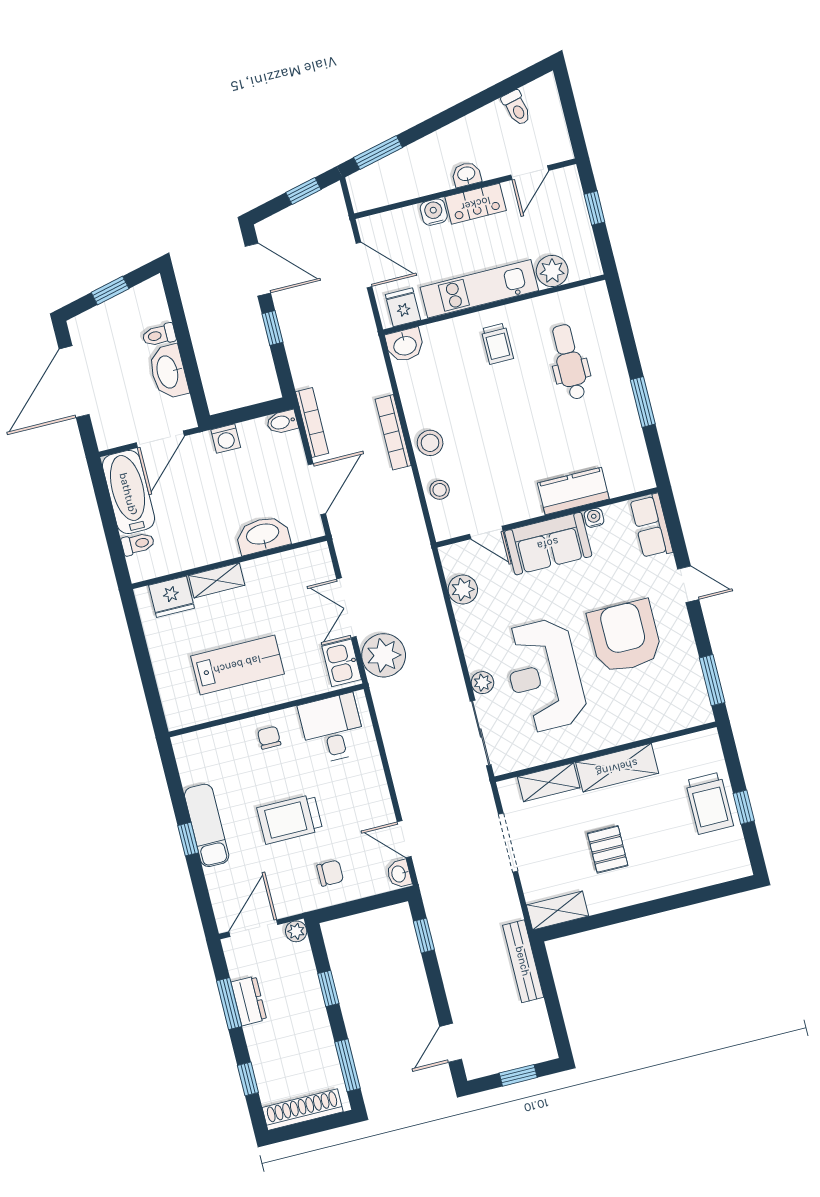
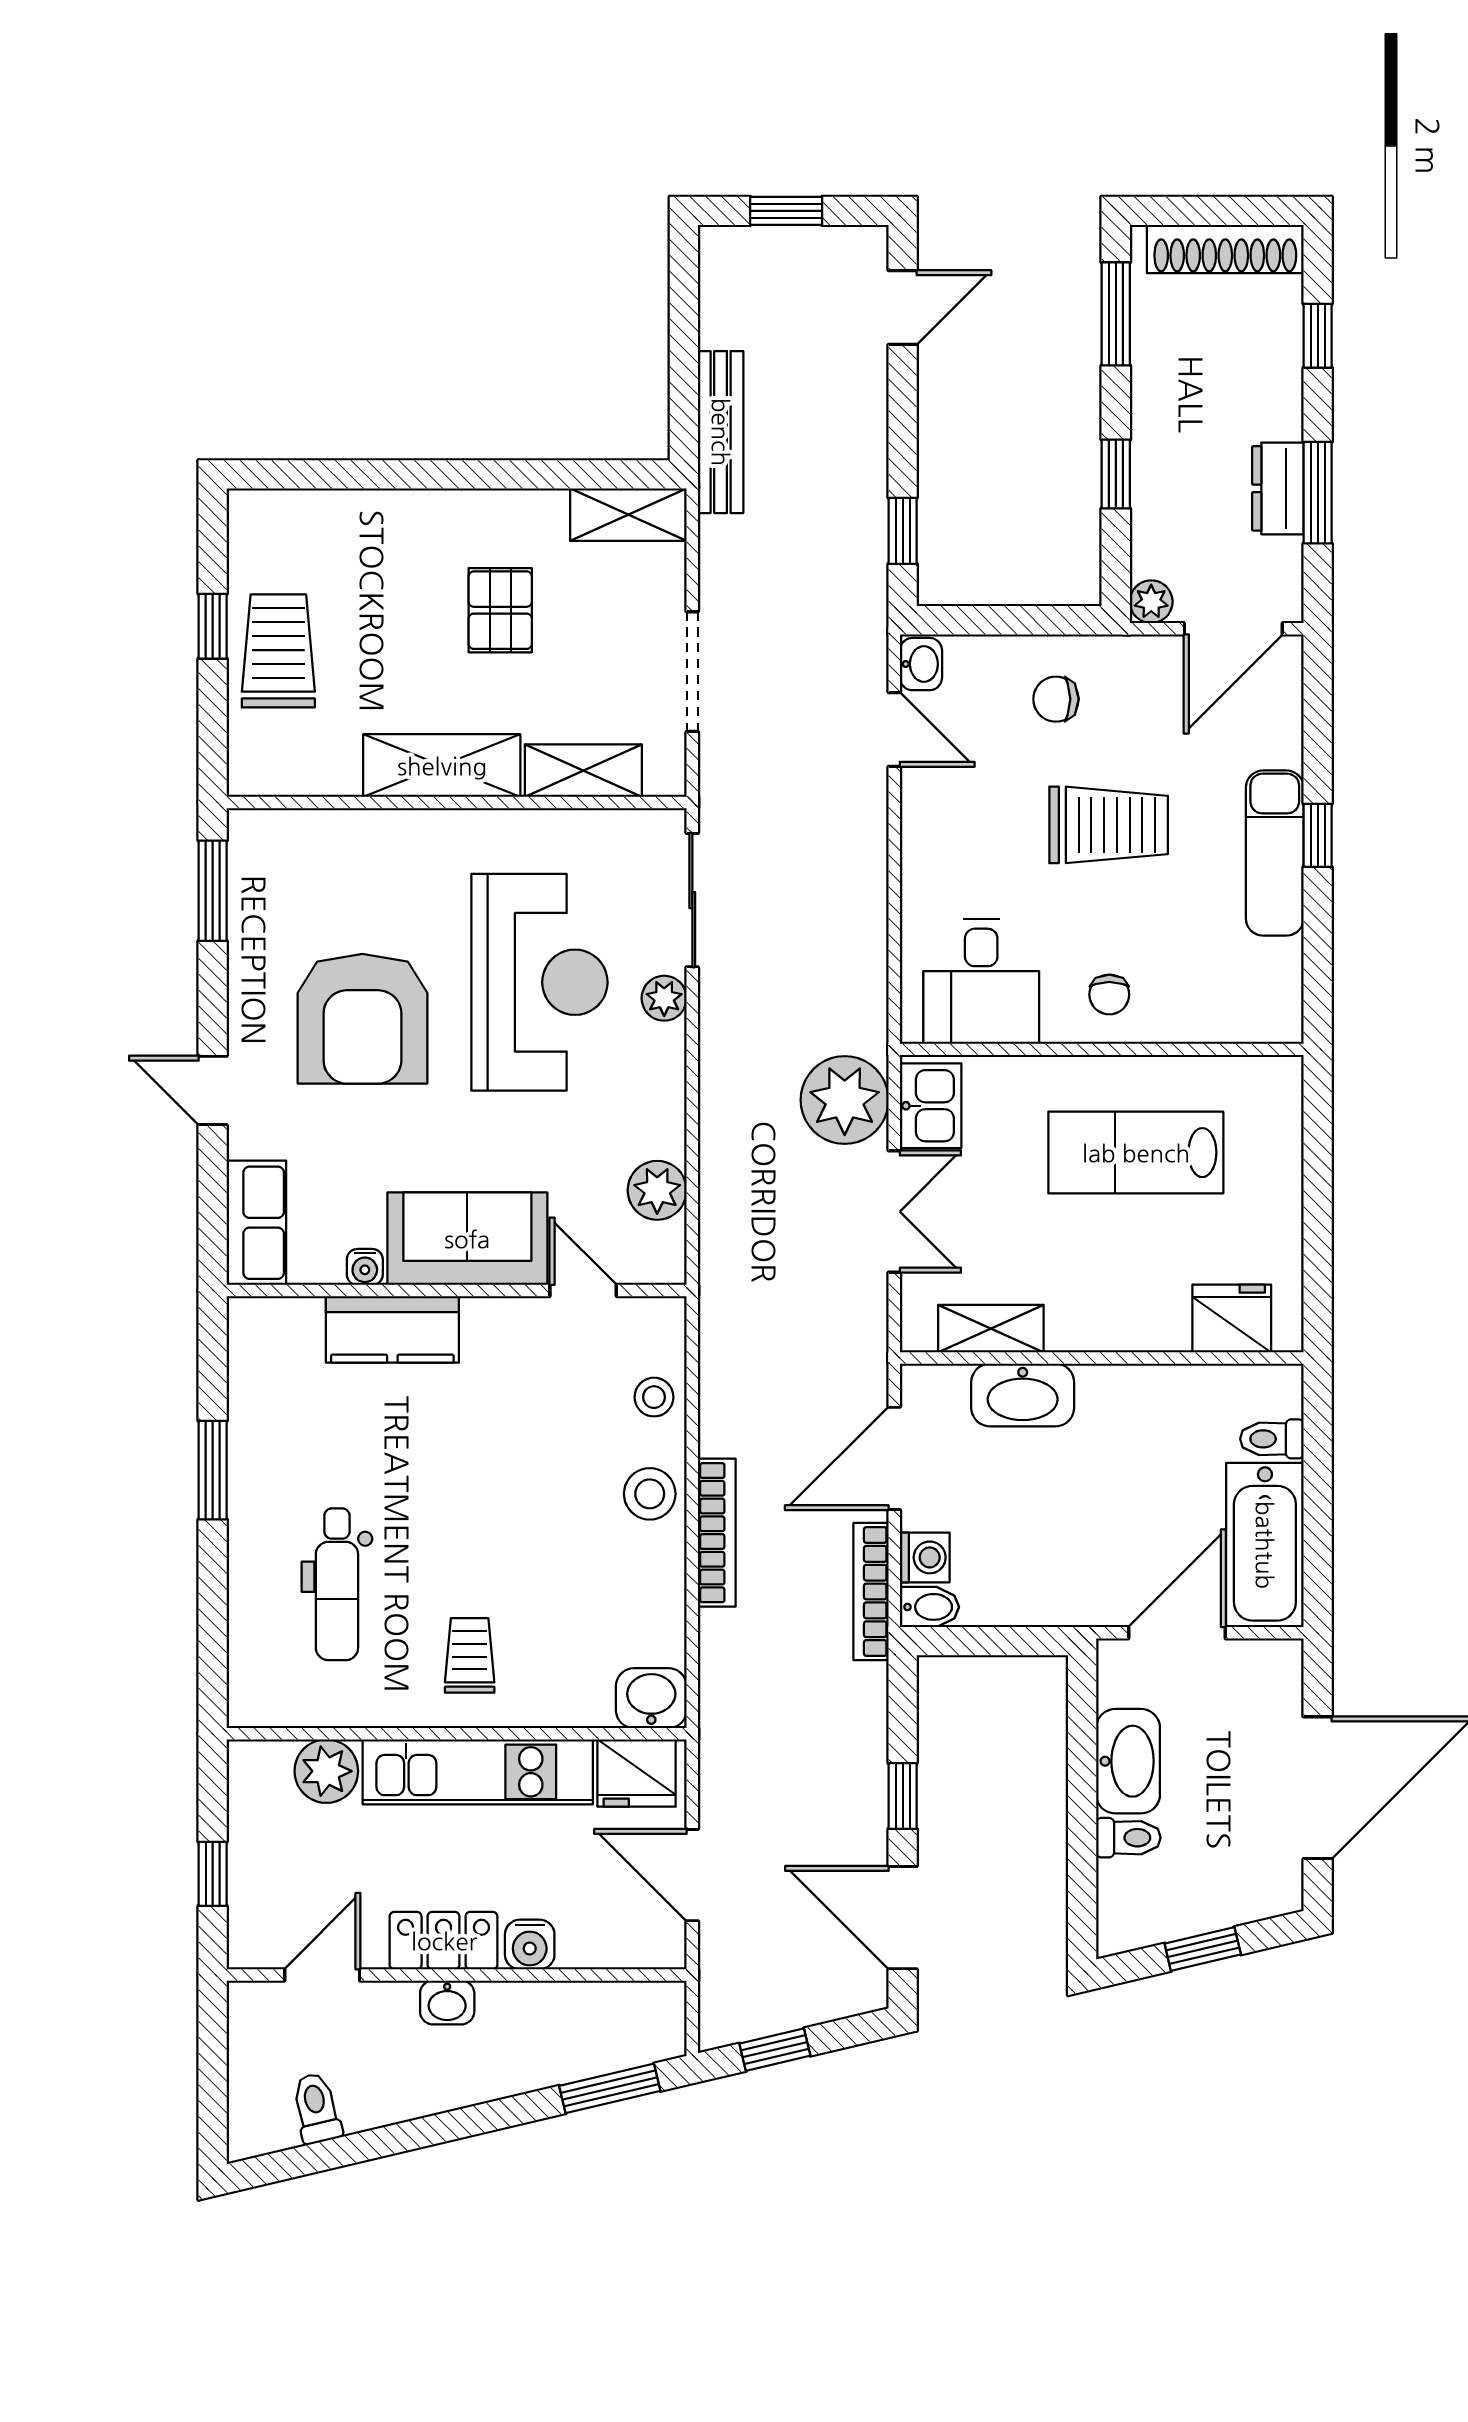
fridge: (403, 307) -> (637, 1773), width x1.38
washing machine: (226, 439) -> (925, 1557), moved, turned 90
shelving: (217, 580) -> (991, 1329), moved

